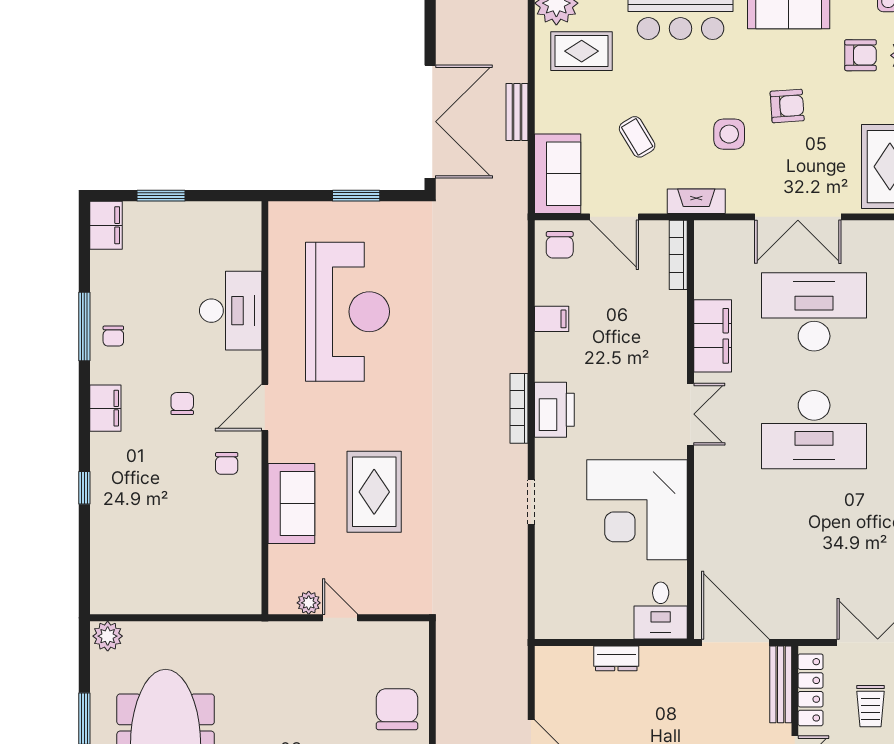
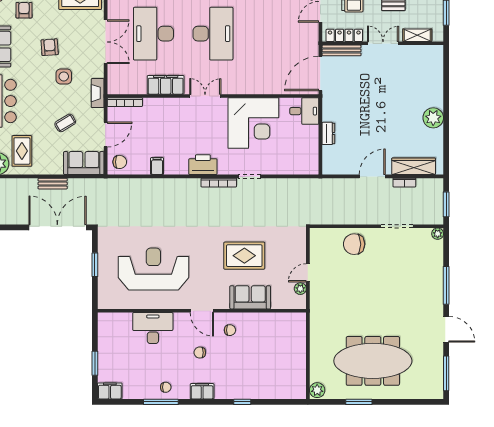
bookcase: (519, 408) -> (219, 183), moved

